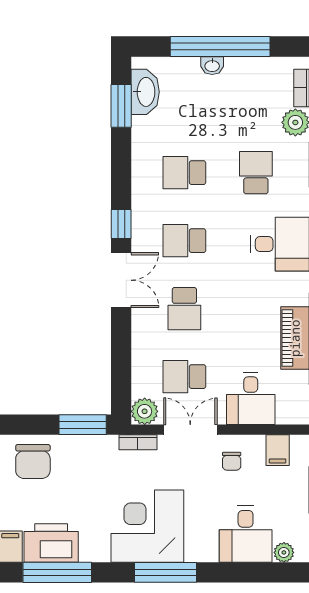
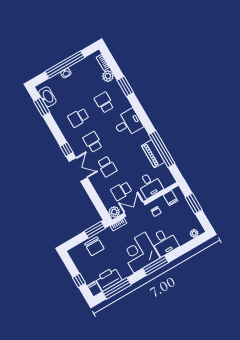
school desk: (184, 241) -> (93, 142), turned 90
chair: (33, 461) -> (94, 246), moved
desk: (246, 534) -> (164, 242), moved

